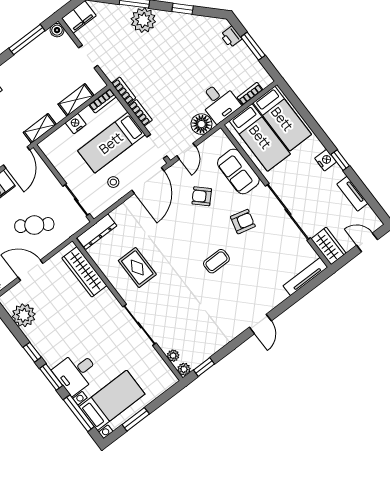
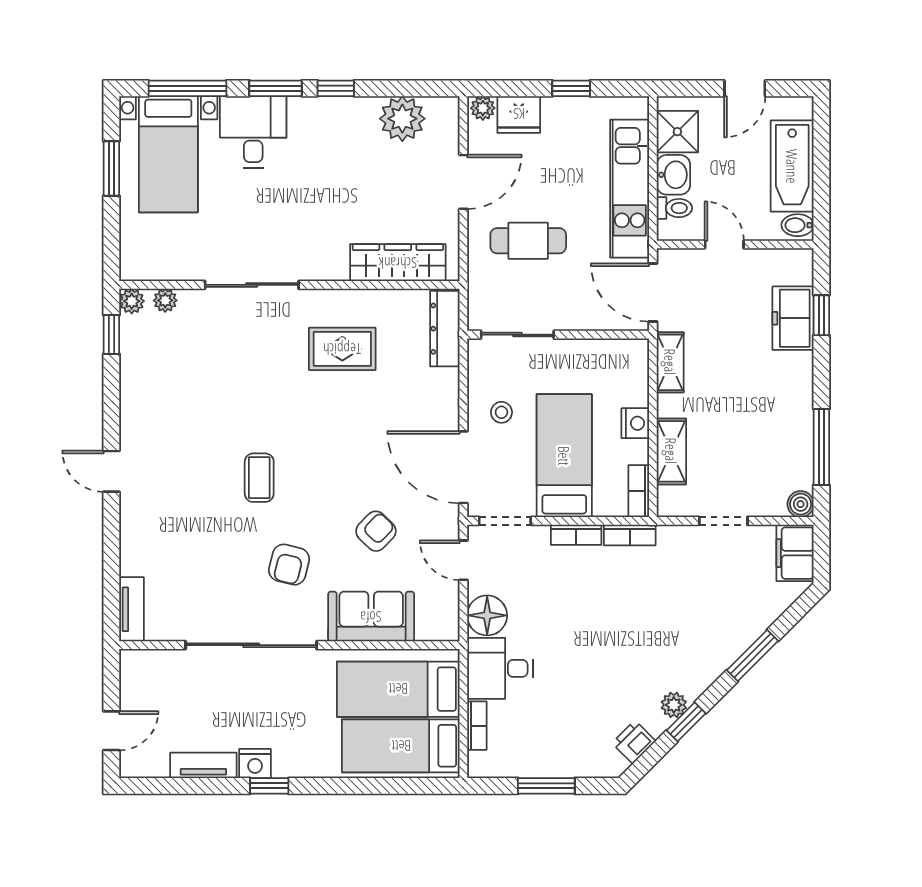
plant: (143, 20) -> (674, 705), moved, width x0.53, depth x0.53
printer: (231, 37) -> (634, 742), moved, turned -45
nightstand: (326, 160) -> (255, 764), moved
cafe table: (34, 225) -> (528, 241), turned 57
wardrobe: (329, 246) -> (151, 667), removed
tv unit: (305, 276) -> (131, 609), width x0.71

